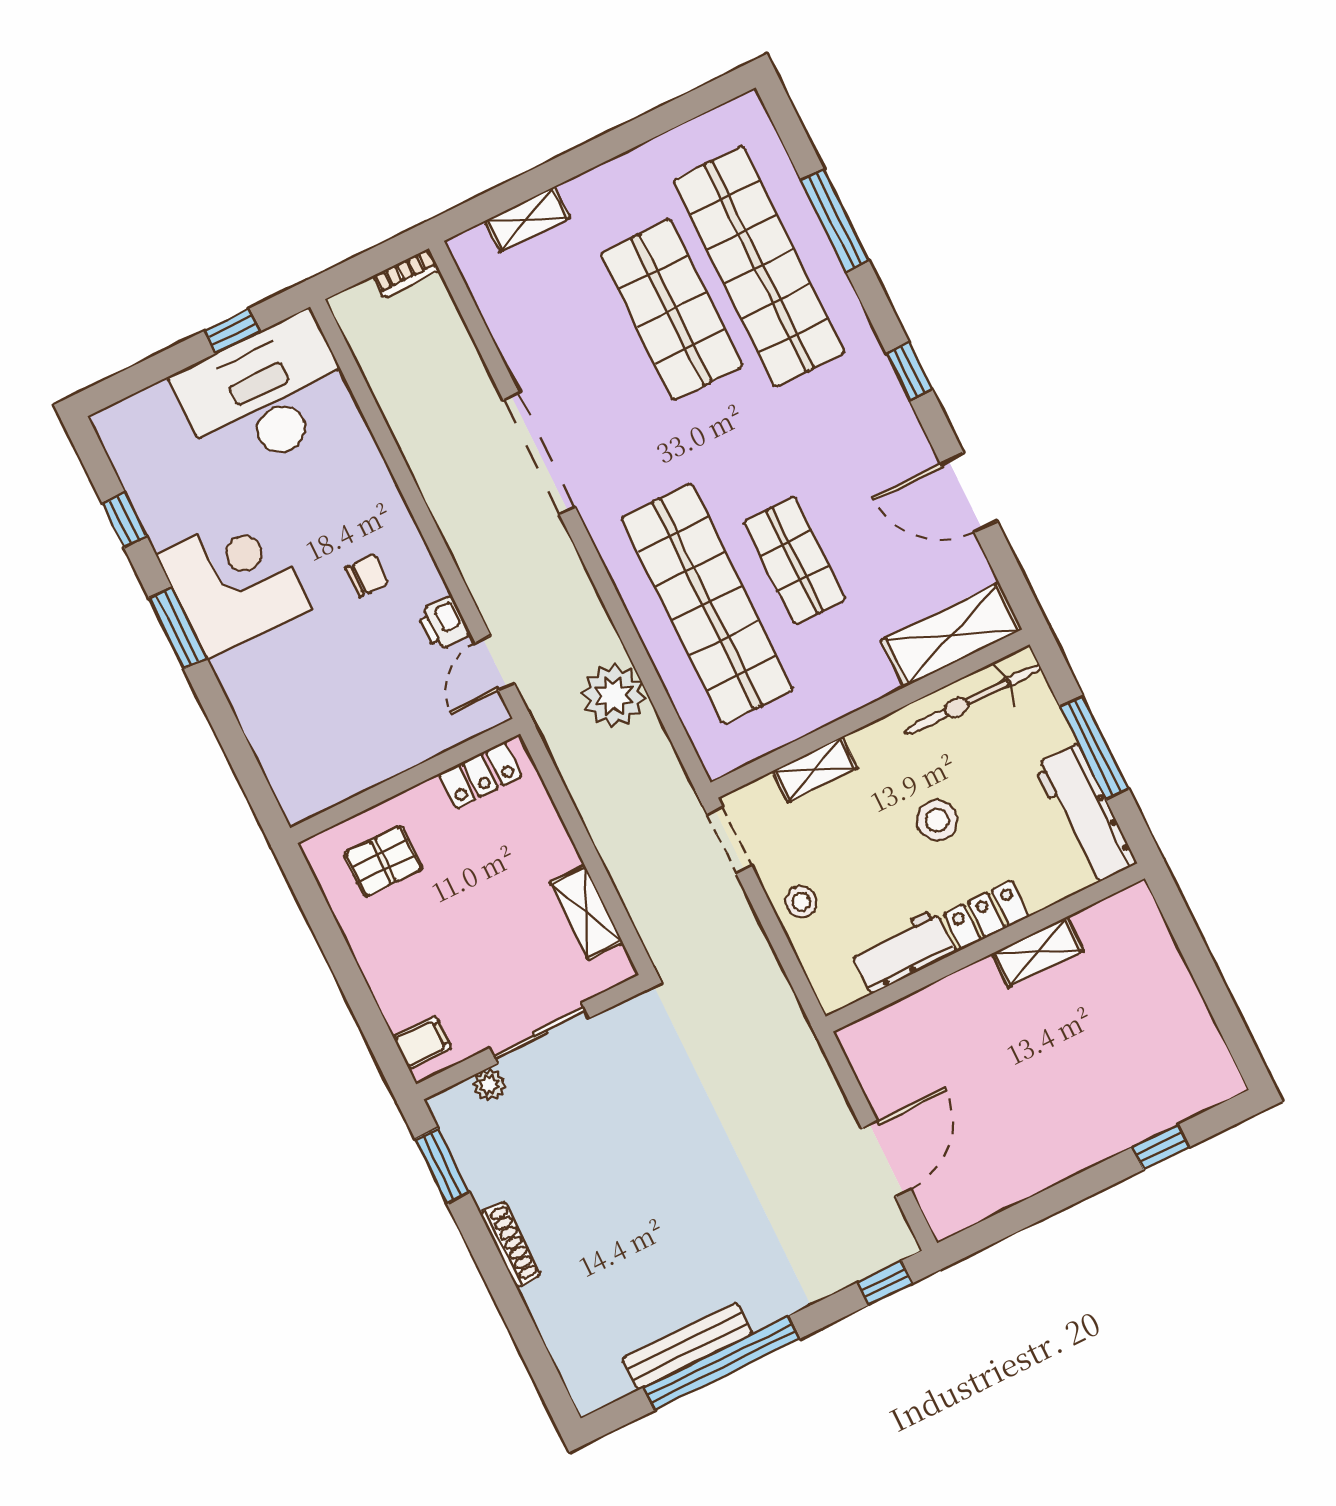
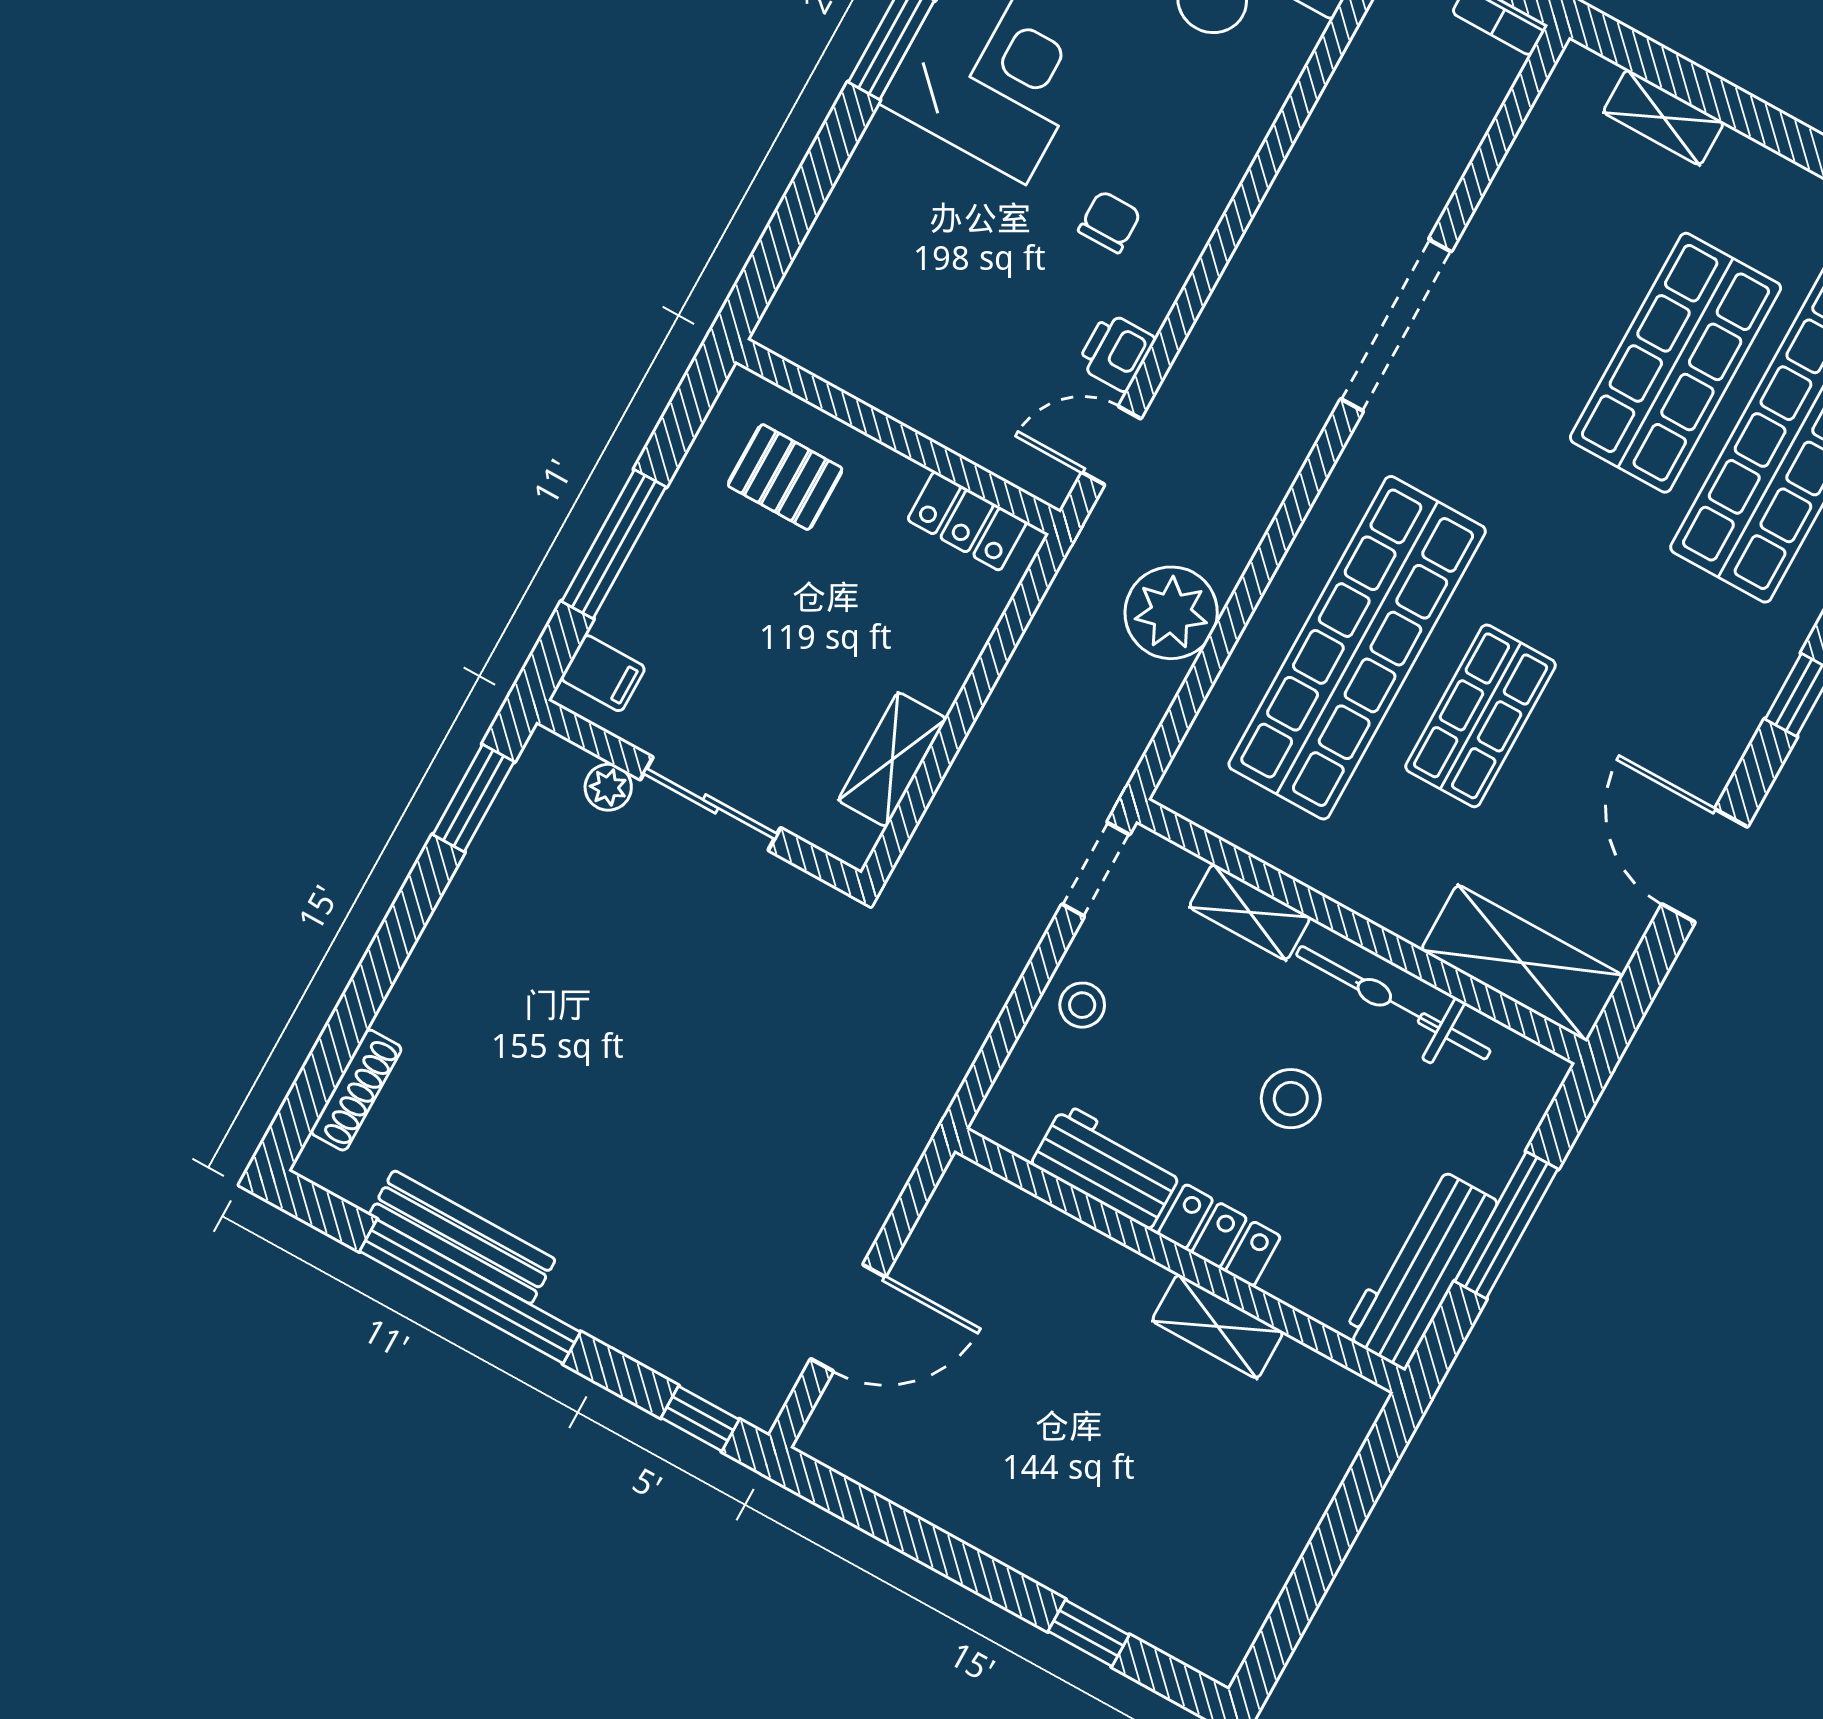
chair: (367, 575) -> (1110, 222), turned -90
bicycle: (973, 699) -> (1393, 1003), moved
window: (353, 985) -> (614, 544), added
shoe rack: (510, 1244) -> (356, 1090), moved

